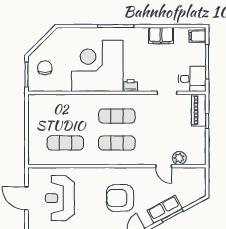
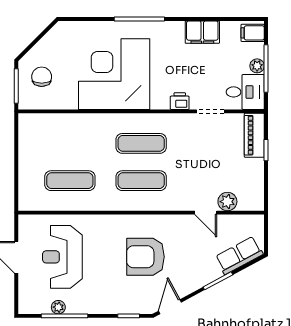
plant: (201, 60) -> (257, 66), added
printer: (131, 85) -> (180, 101), moved
row of seats: (165, 209) -> (239, 255), moved

